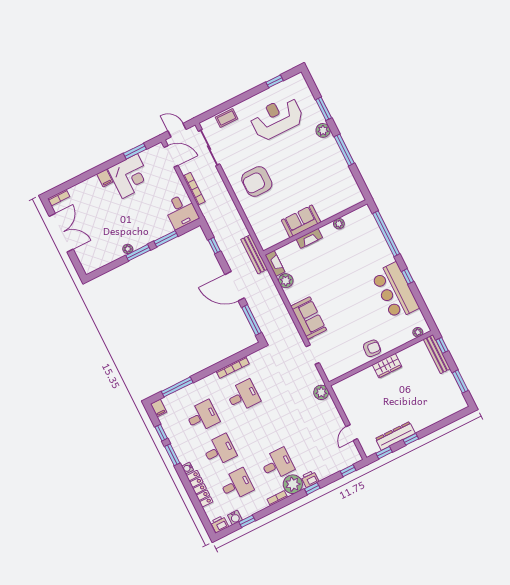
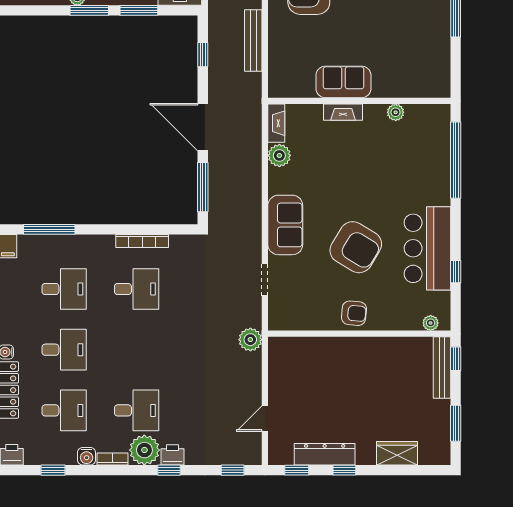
bench: (254, 254) -> (253, 40), moved
window: (408, 276) -> (456, 272), moved
armchair: (354, 311) -> (356, 247), added
wardrobe: (387, 366) -> (397, 453), moved, turned 180
water cooler: (235, 518) -> (87, 456), moved

